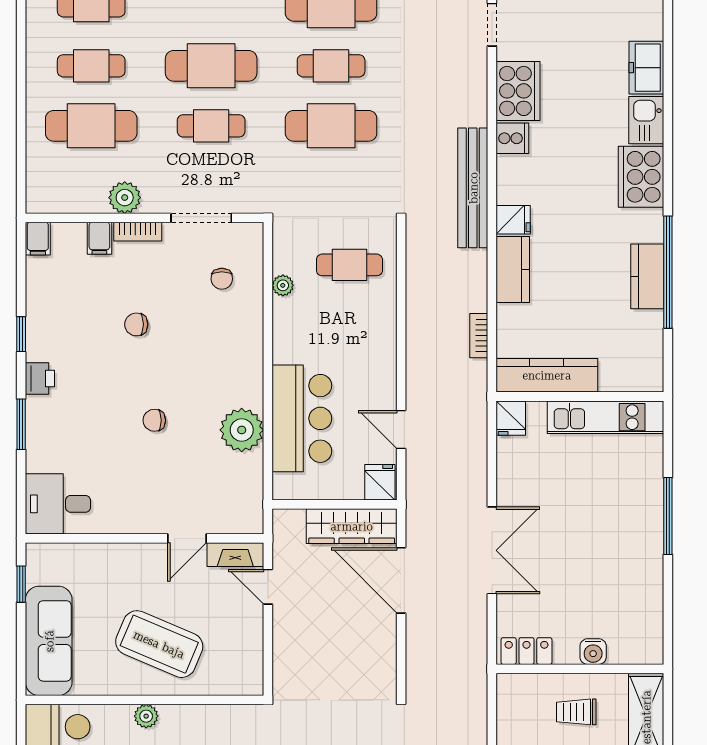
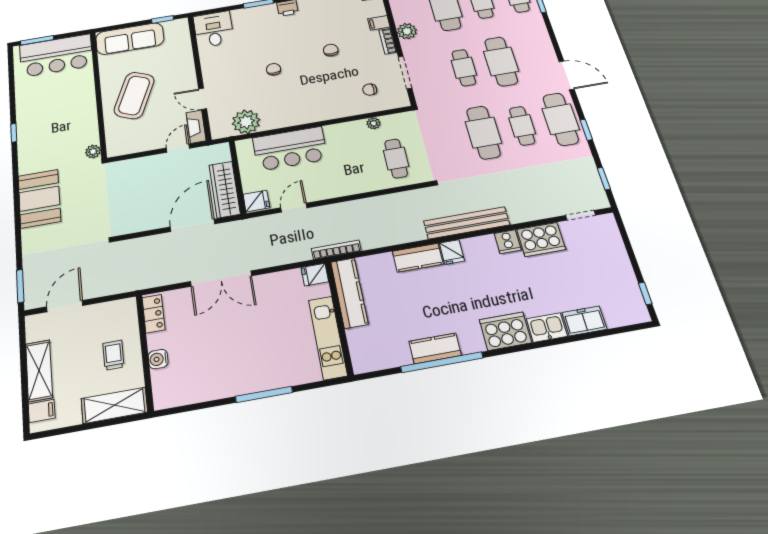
bookcase: (479, 336) -> (336, 250), moved, width x1.56
plant: (242, 430) -> (246, 122), moved
plant: (146, 716) -> (93, 152), moved

